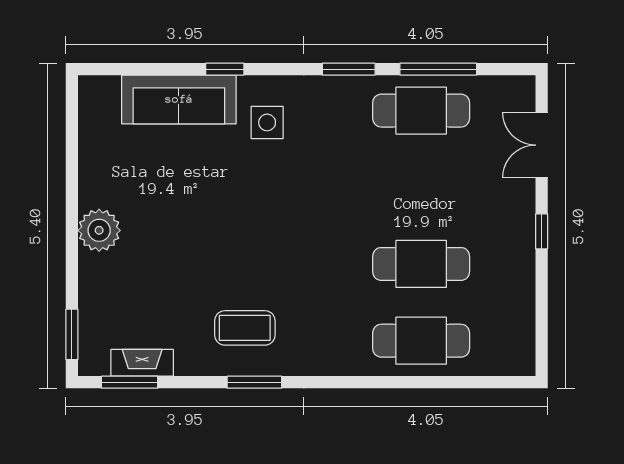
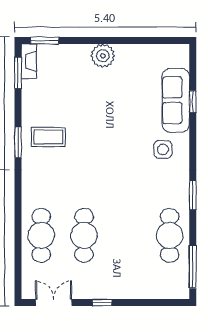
window: (225, 69) -> (193, 102), moved
window: (438, 69) -> (193, 267), moved
double door: (542, 145) -> (54, 303), moved
coffee table: (245, 328) -> (48, 137), turned 90
fireplace: (142, 363) -> (29, 61), moved

